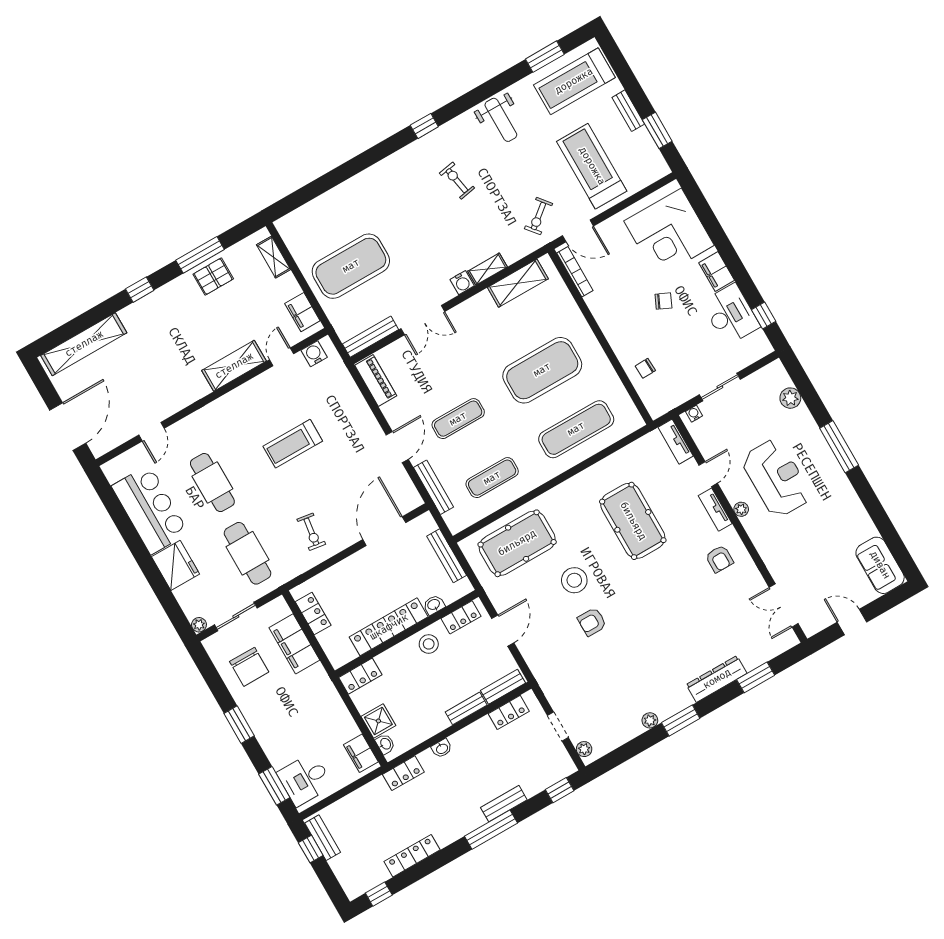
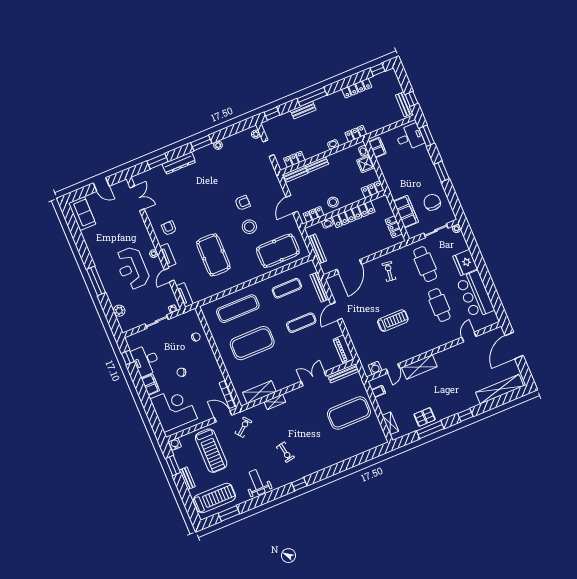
water cooler: (462, 283) -> (175, 444), moved
filing cabinet: (302, 312) -> (378, 391), width x0.50

